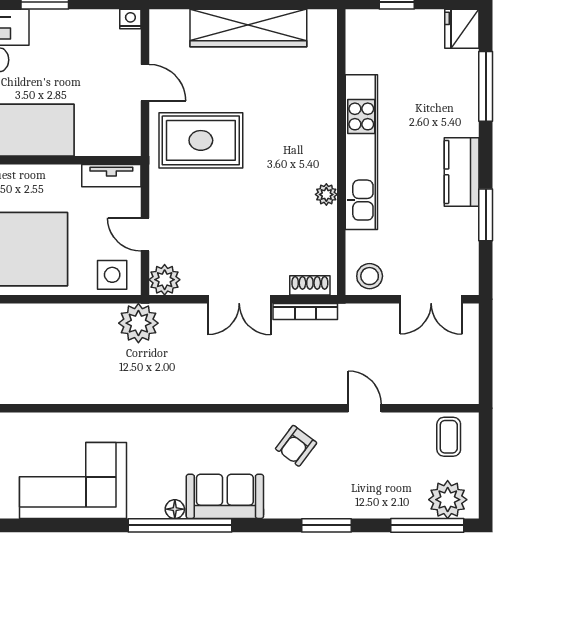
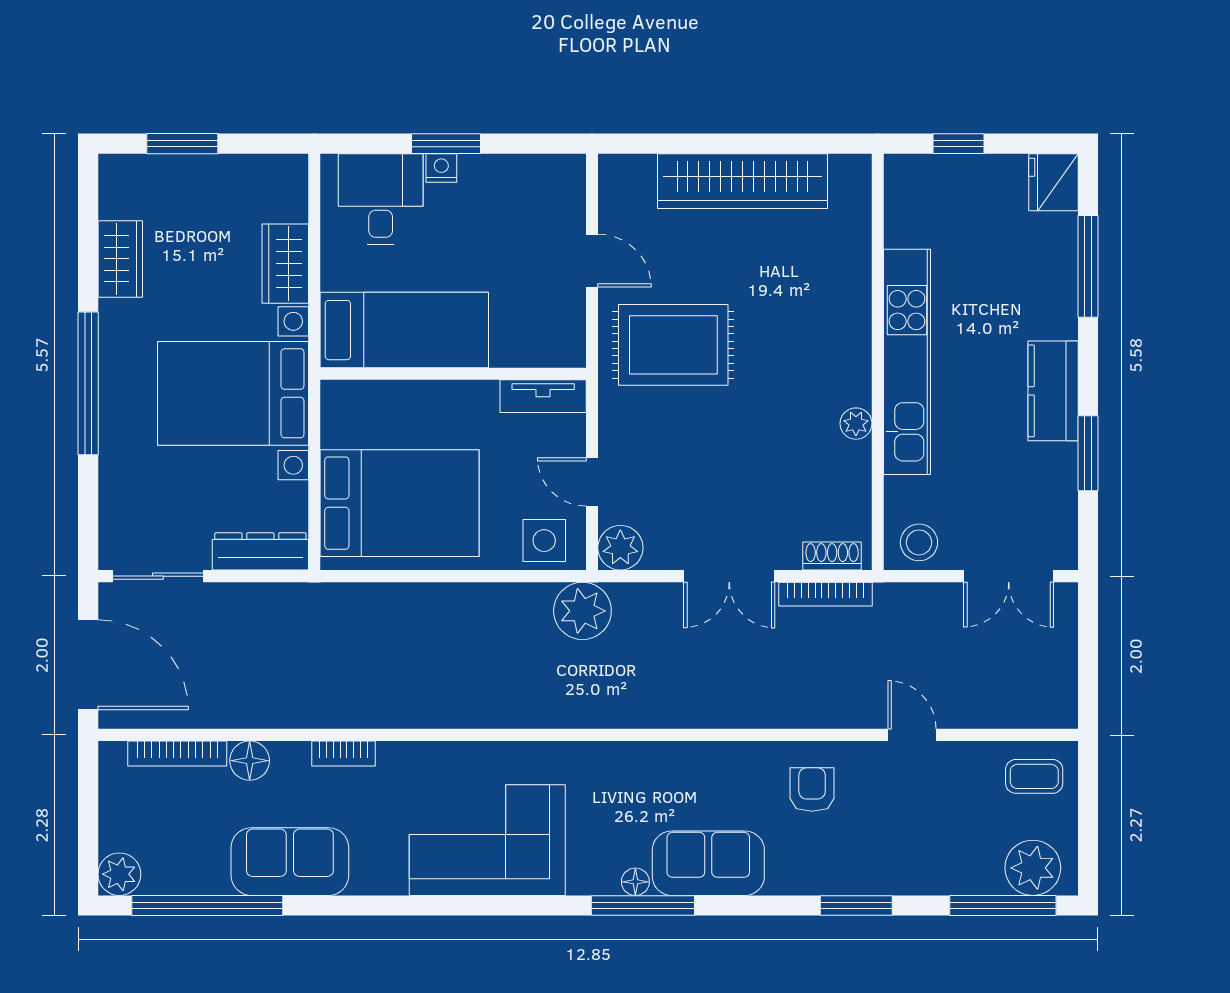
nightstand: (130, 19) -> (441, 168), moved
coffee table: (449, 437) -> (1034, 776), turned 90
armchair: (296, 446) -> (812, 790), turned 143
window: (180, 525) -> (643, 905), width x0.68

